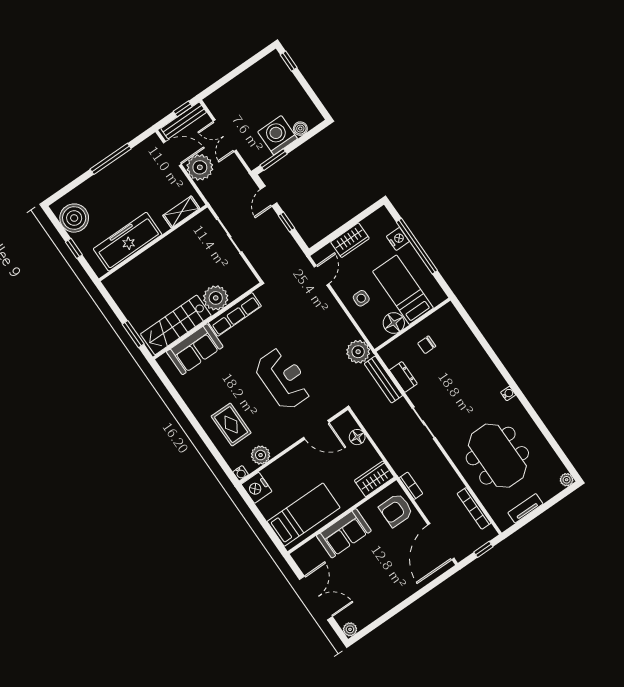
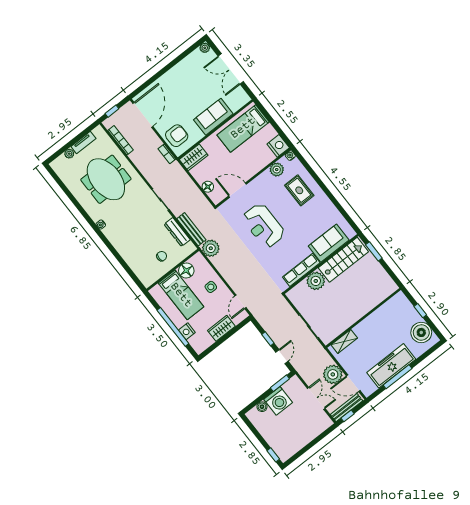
freezer: (128, 242) -> (391, 366), moved, turned 180
dresser: (403, 377) -> (177, 232), width x1.44
plant: (567, 480) -> (69, 154), moved

